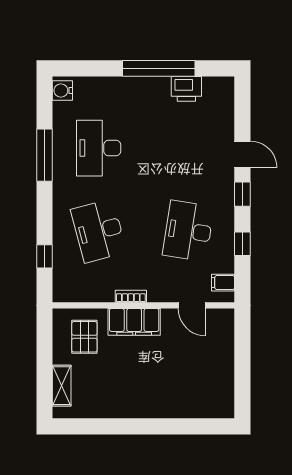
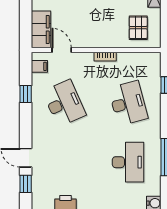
window: (242, 194) -> (26, 184), moved
desk: (188, 231) -> (64, 103), turned -33
filing cabinet: (134, 322) -> (41, 29), moved, turned 90

